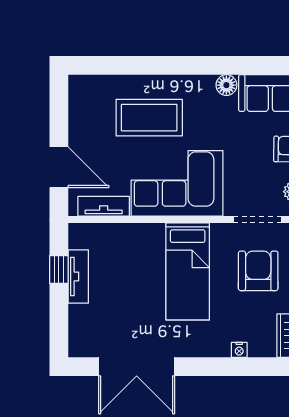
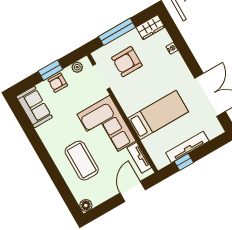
floor lamp: (226, 85) -> (86, 205), moved
bed: (188, 271) -> (158, 115), moved
tv unit: (78, 277) -> (187, 147), width x1.41

